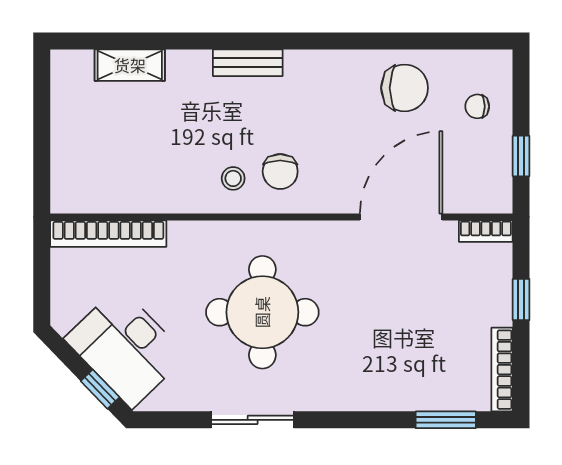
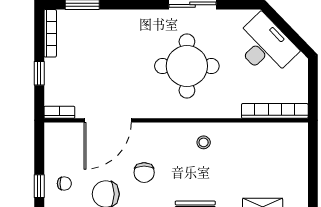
window: (521, 156) -> (39, 186), moved
chair: (280, 171) -> (144, 173), moved, turned 180
window: (100, 389) -> (280, 22), removed

